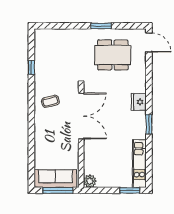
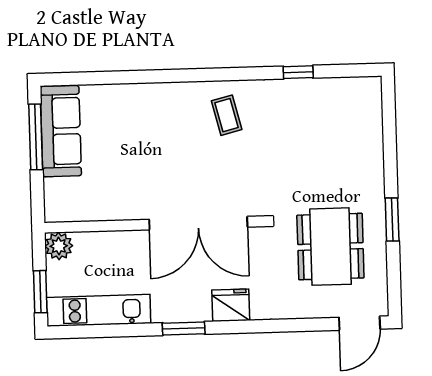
double door: (81, 116) -> (198, 223), moved
wall: (81, 137) -> (154, 225), moved
plant: (90, 181) -> (59, 246), moved

